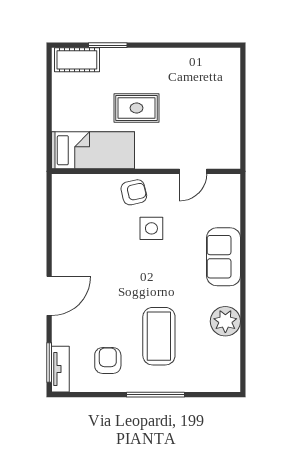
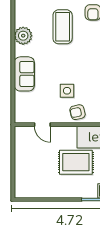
rug: (137, 108) -> (76, 162), width x1.36, depth x1.43
door: (193, 171) -> (42, 125), swing flipped

